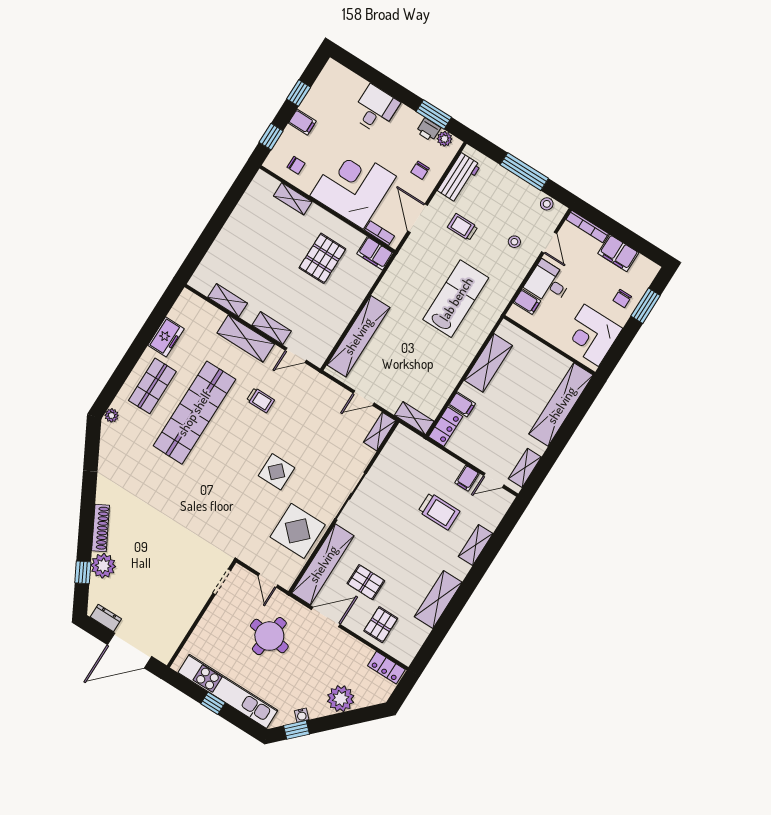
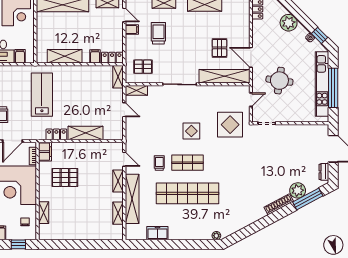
locker: (389, 284) -> (56, 134), added
lab bench: (456, 299) -> (42, 95), turned 90
shelving: (358, 336) -> (85, 133), width x0.68
shelving: (246, 339) -> (132, 199), width x1.47
shop shelf: (152, 386) -> (188, 163), moved
display table: (298, 531) -> (230, 125), moved
window: (83, 572) -> (308, 199), width x2.17
pallet: (381, 625) -> (143, 67), moved
window: (213, 703) -> (333, 88), width x3.17

